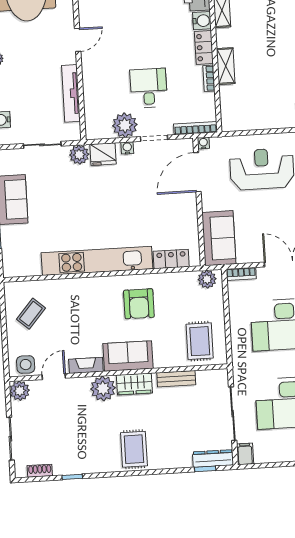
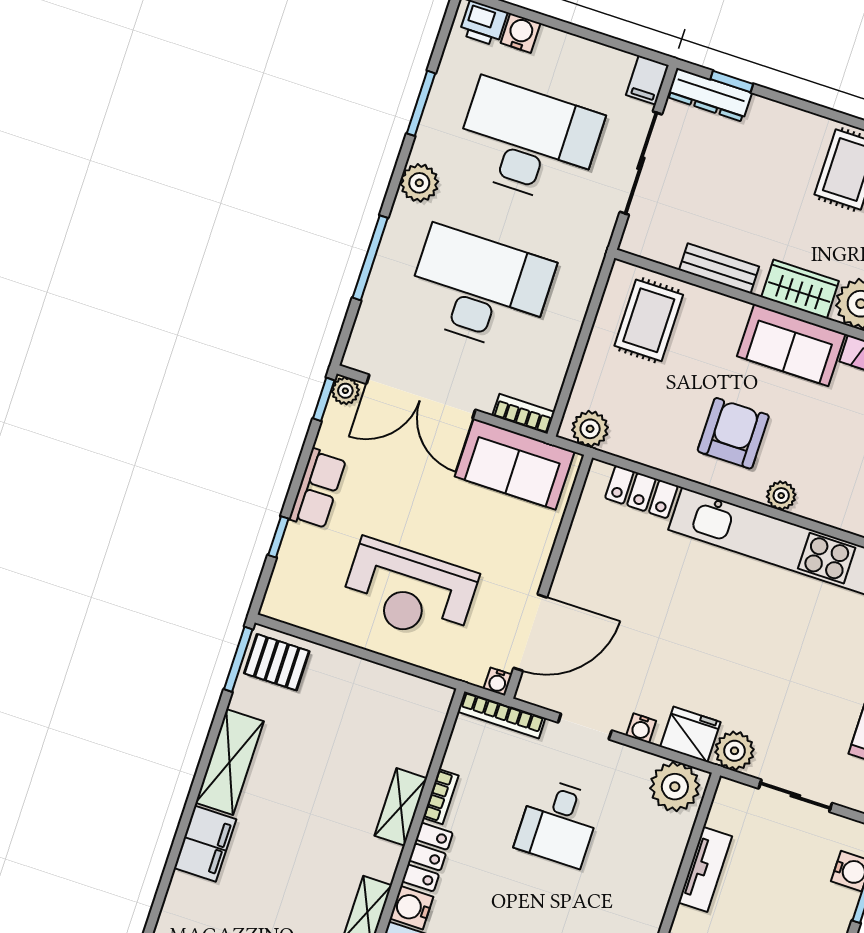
tv unit: (71, 93) -> (705, 869), width x0.71
plant: (125, 125) -> (675, 787), moved
sofa: (219, 238) -> (515, 464), moved, turned -90
plant: (105, 283) -> (781, 496), added

